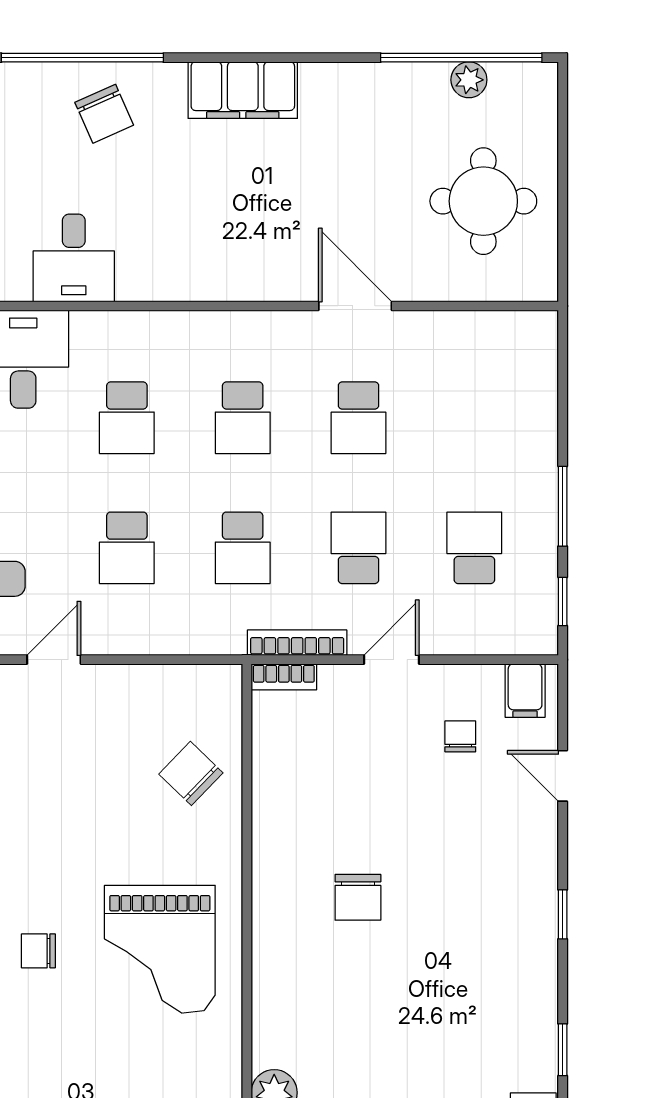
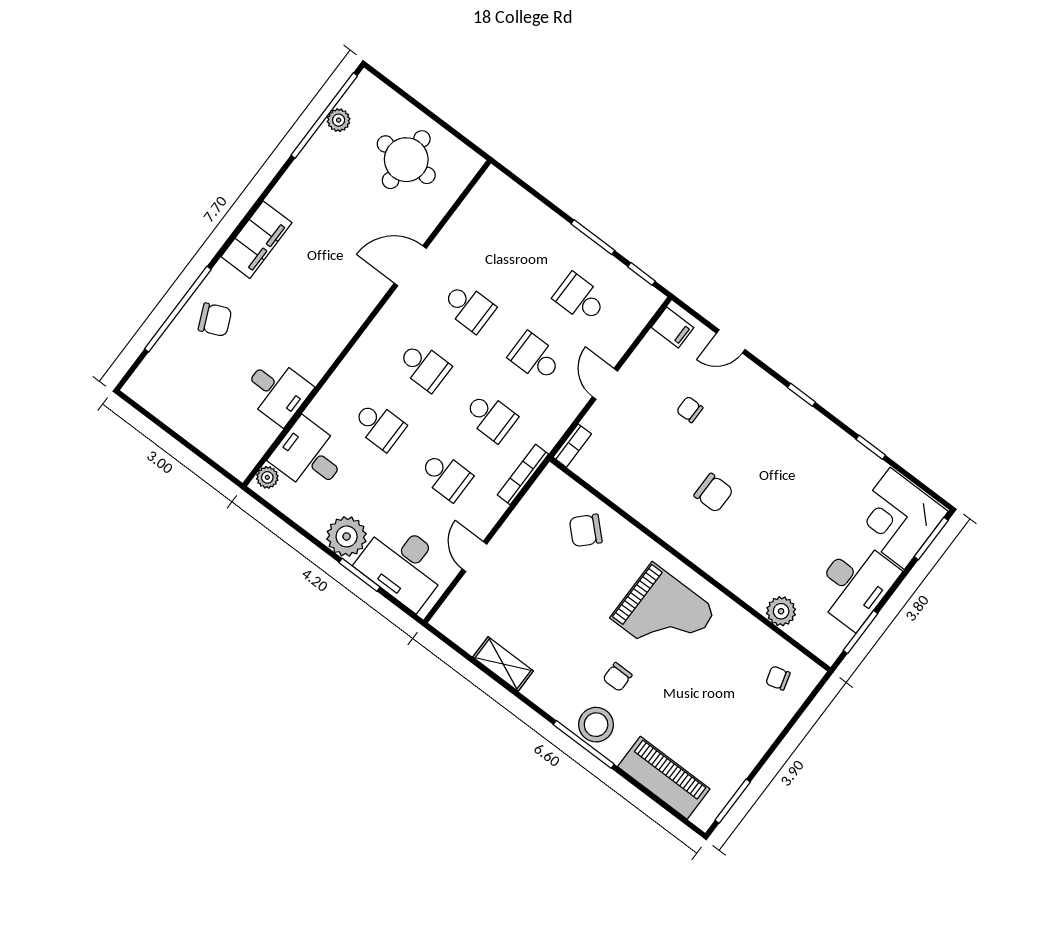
bookcase: (297, 643) -> (523, 475), moved
chair: (460, 736) -> (690, 409), moved

